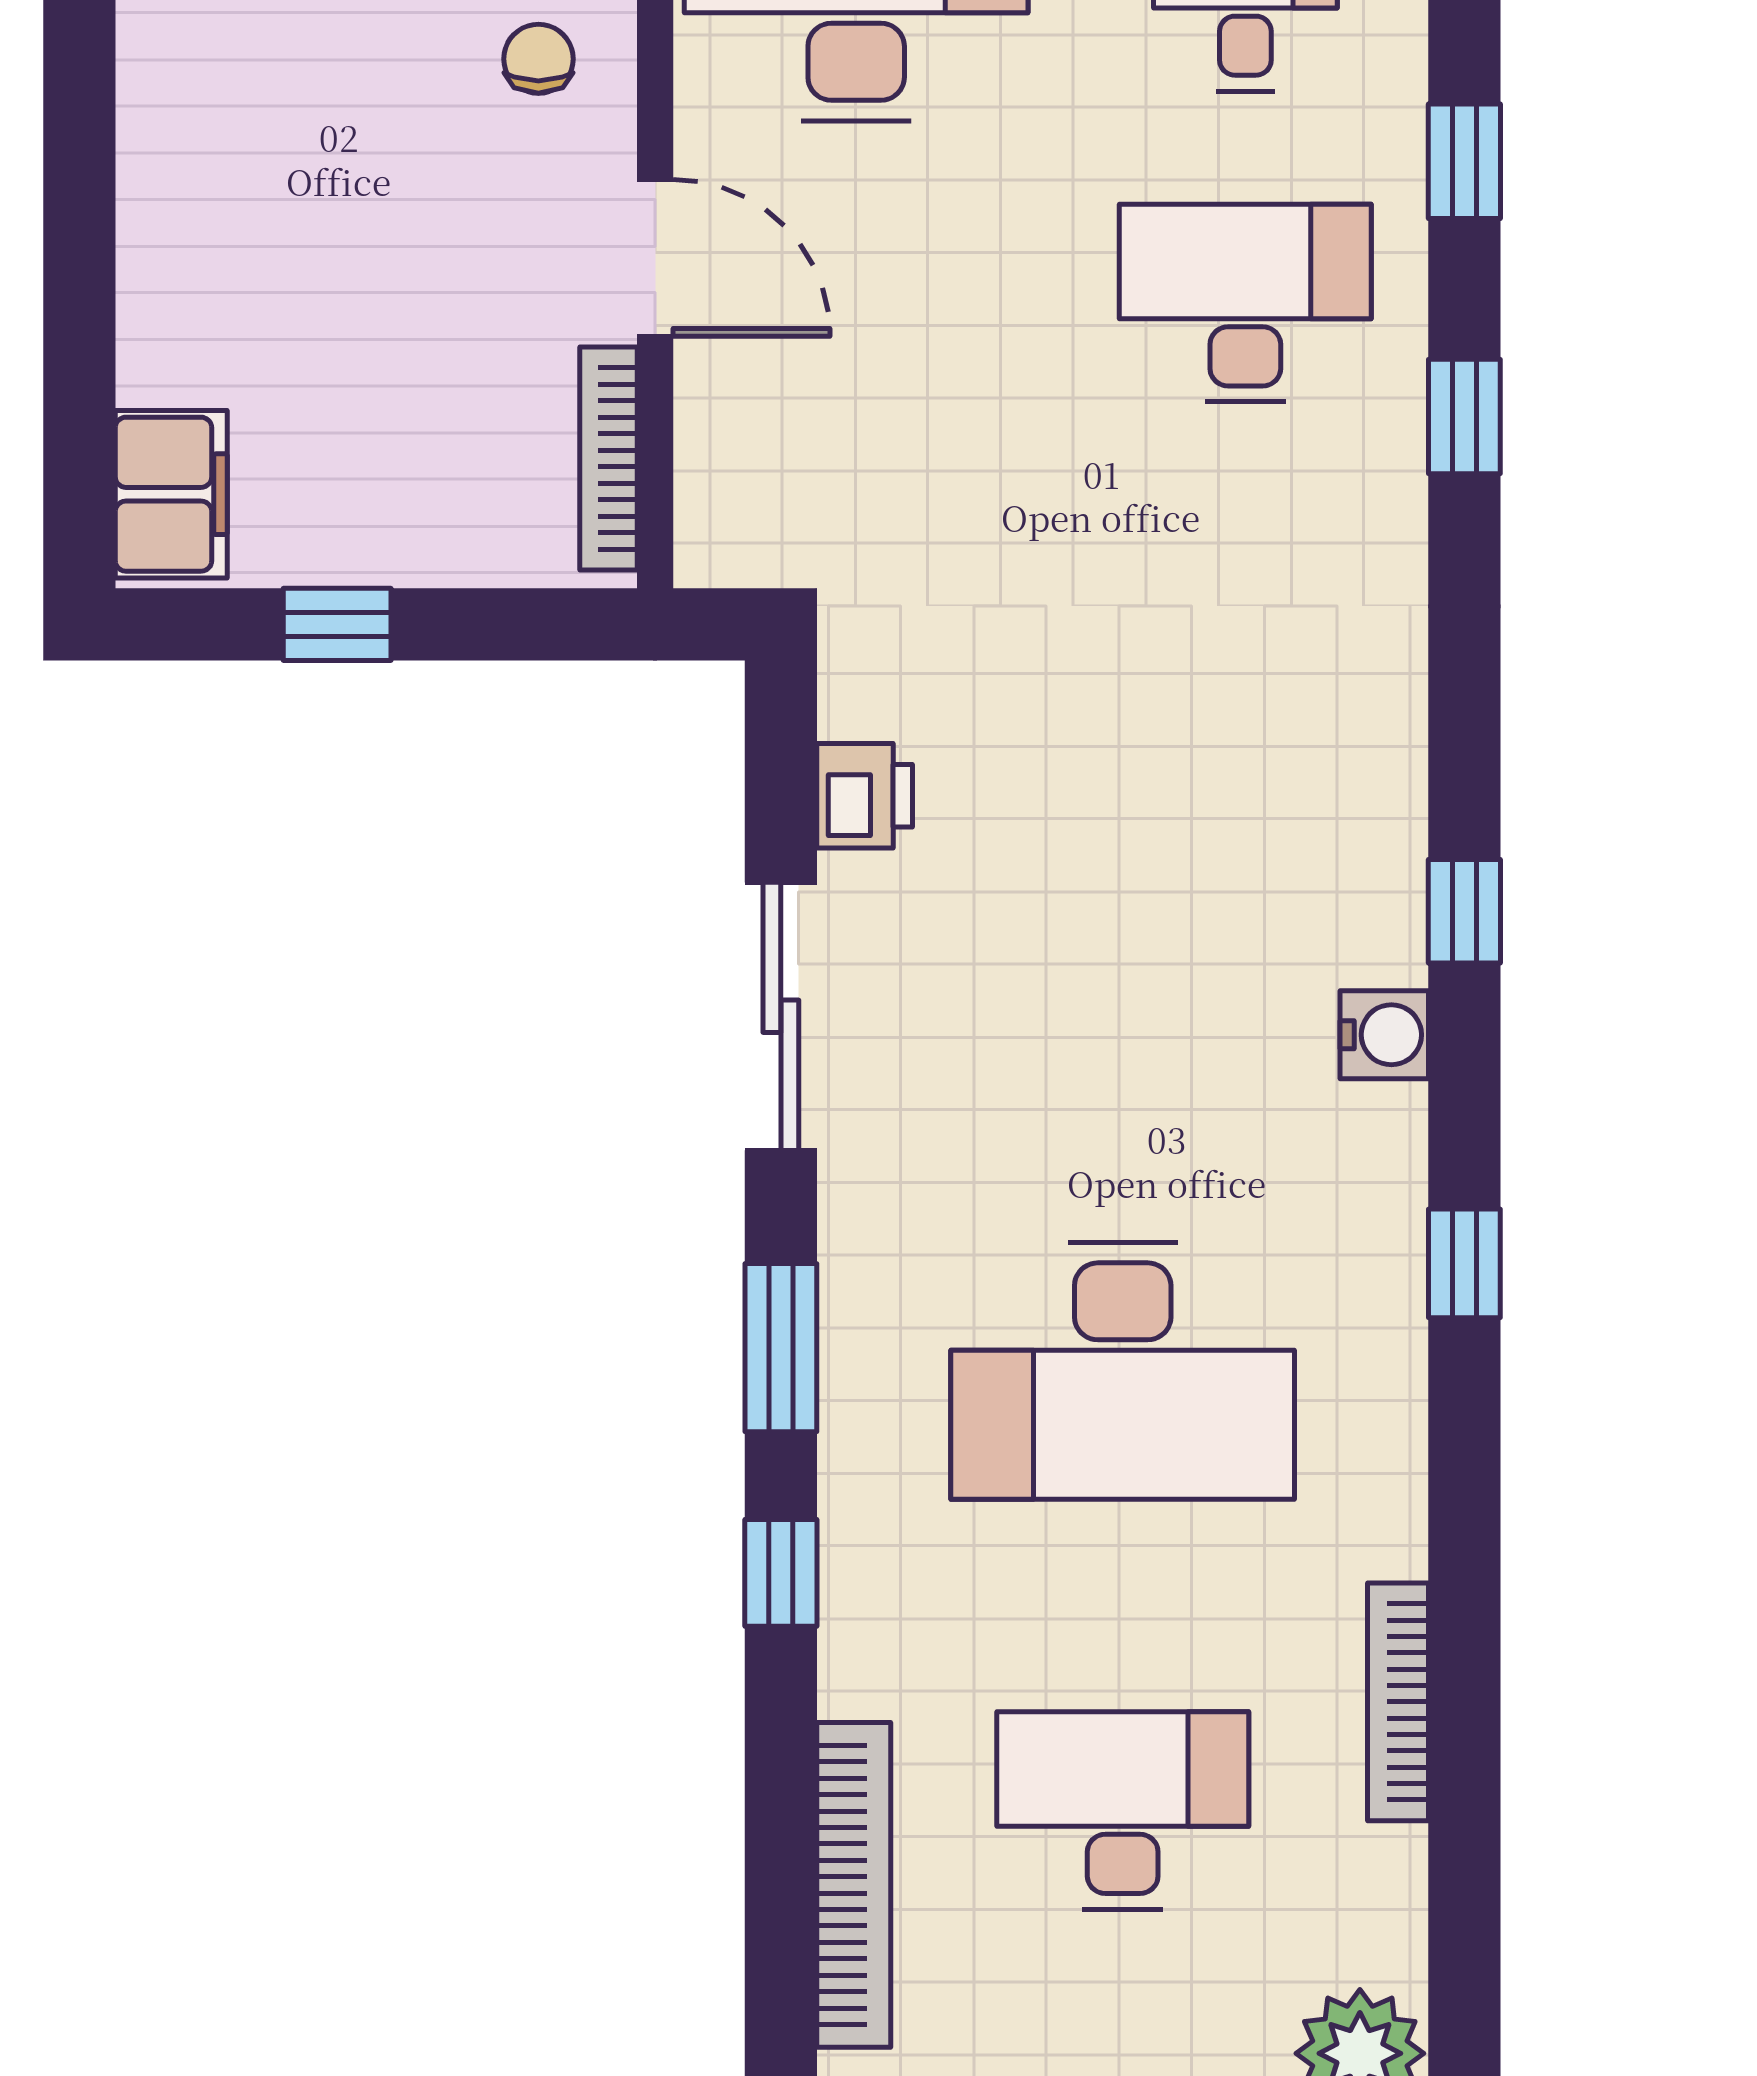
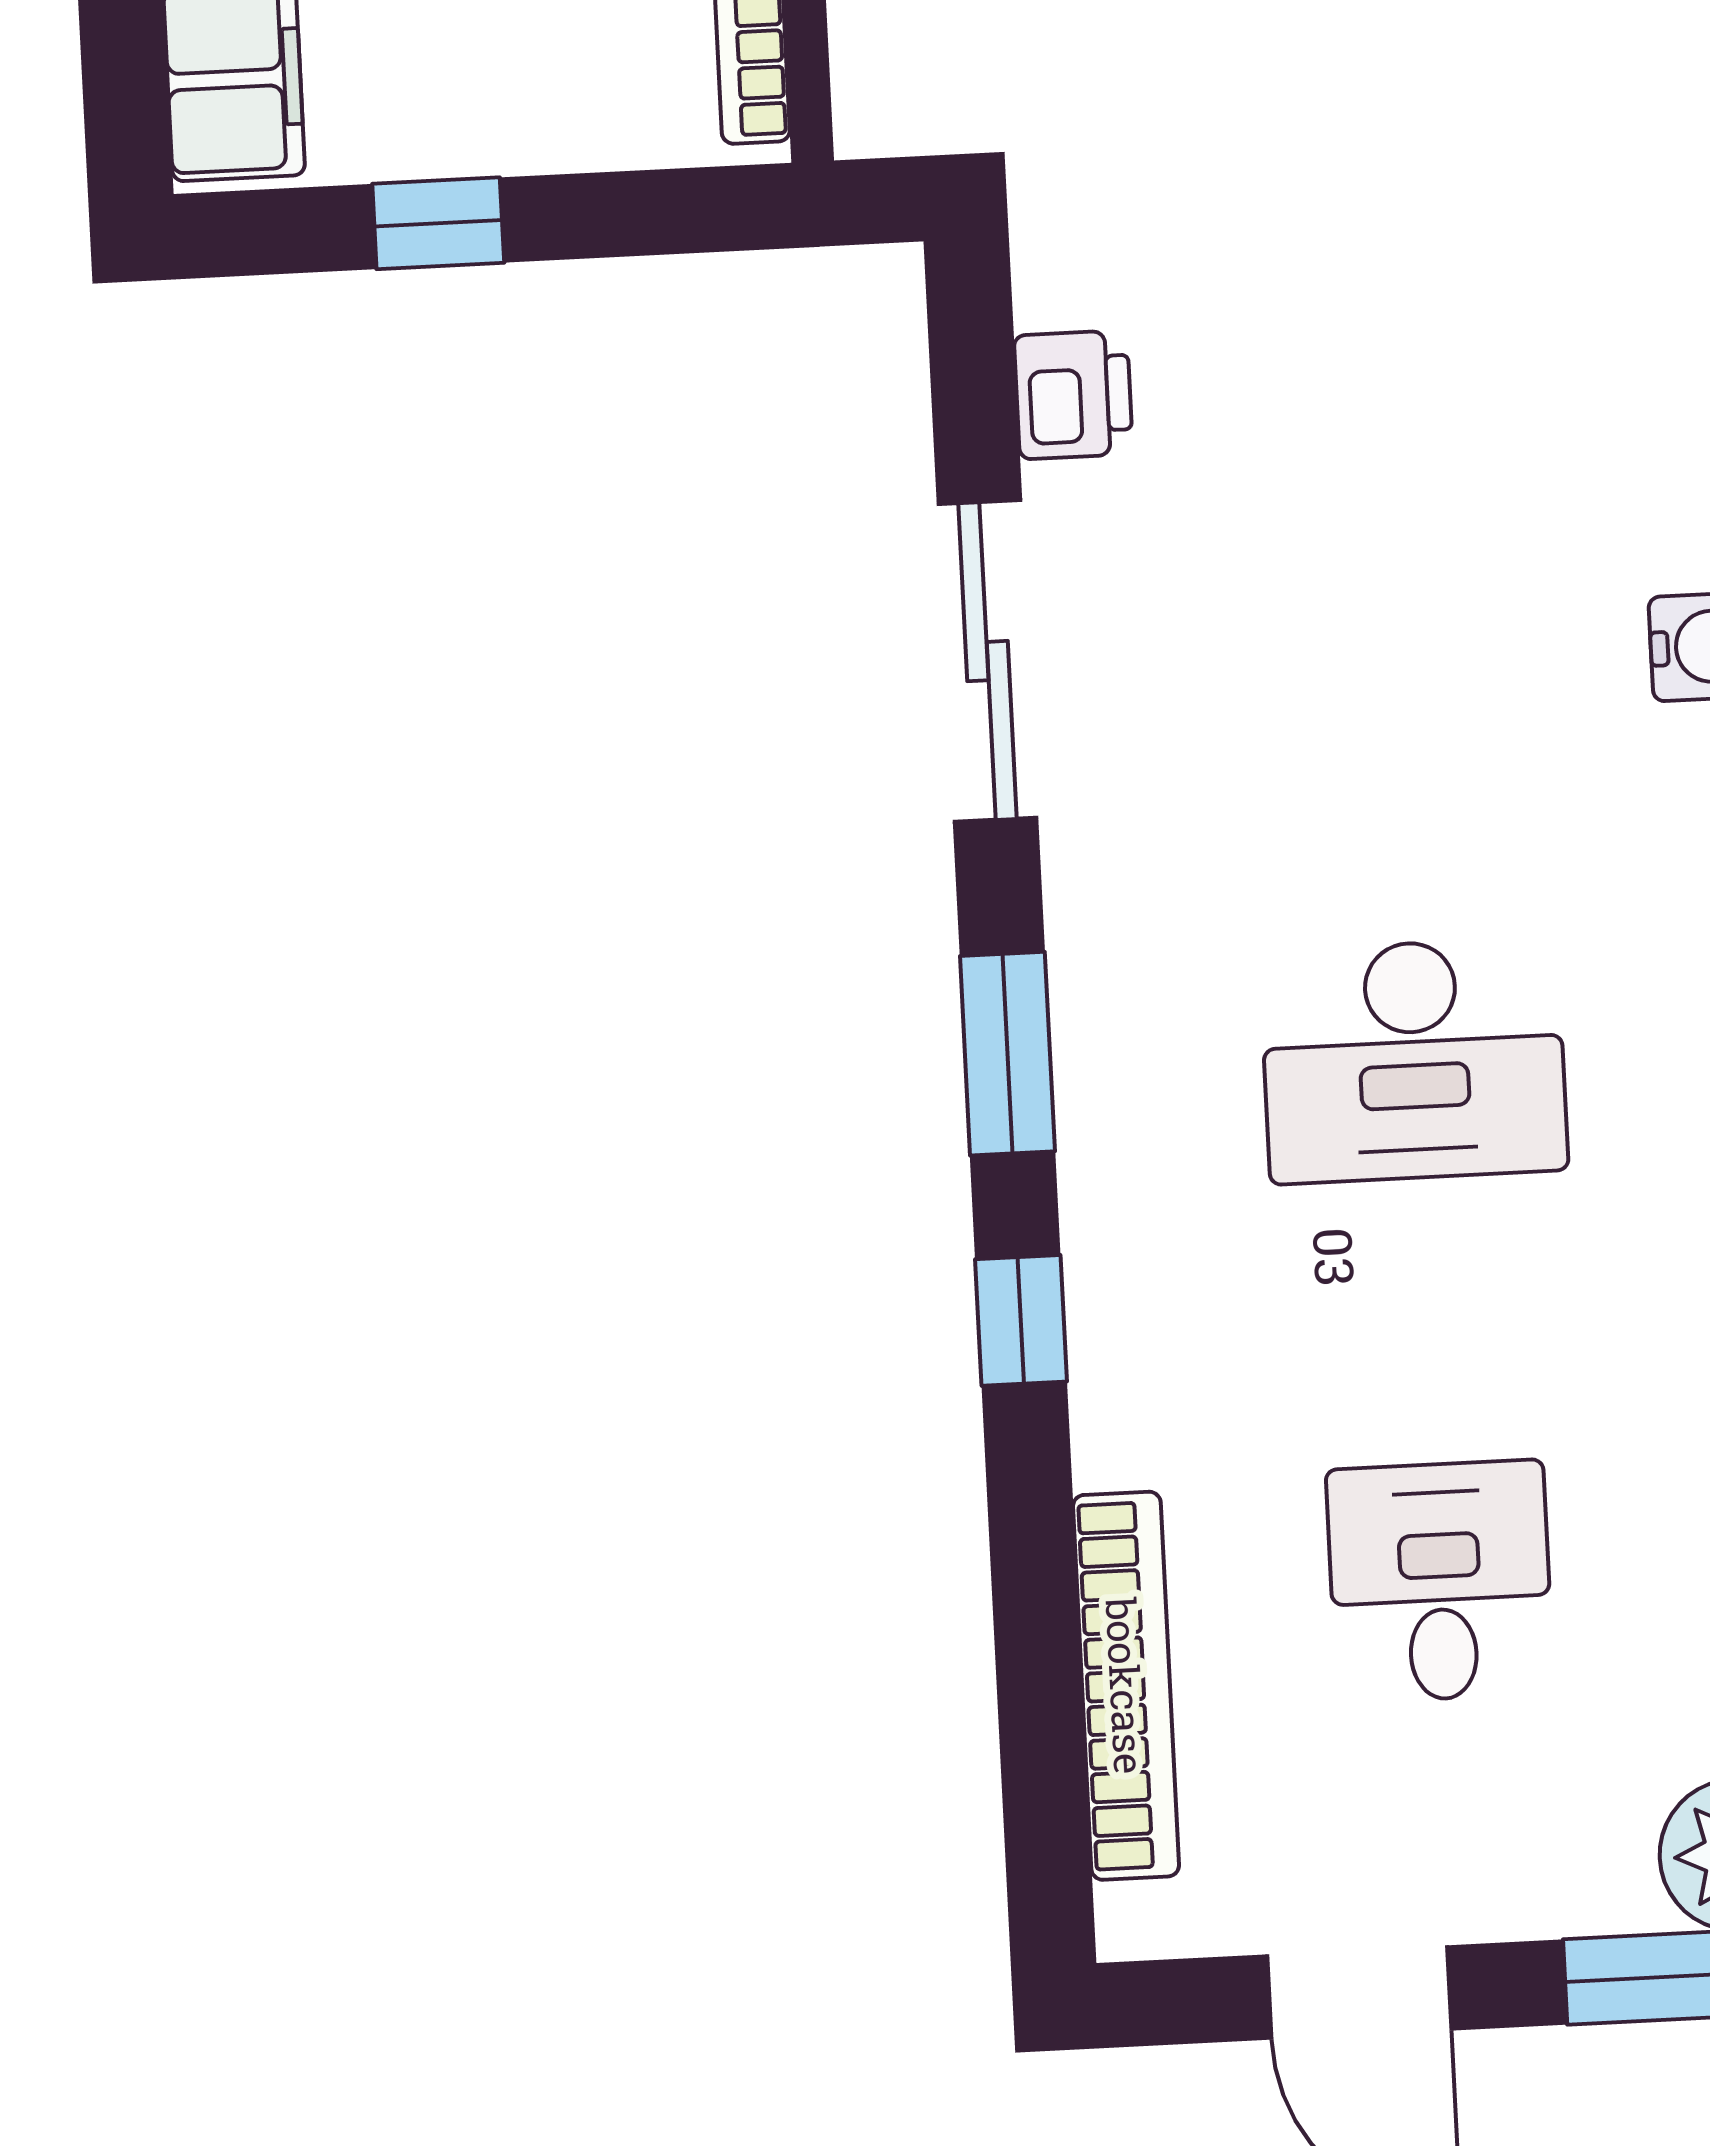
desk: (1123, 1371) -> (1414, 1060), width x0.73, depth x0.77
desk: (1123, 1810) -> (1440, 1581), width x0.73

